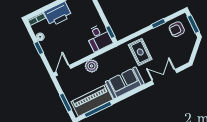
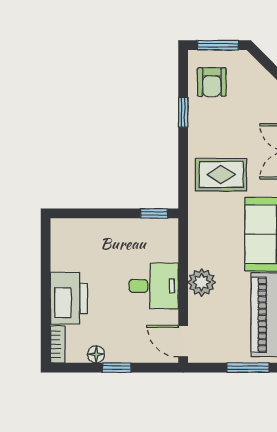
desk: (99, 38) -> (154, 286), moved

